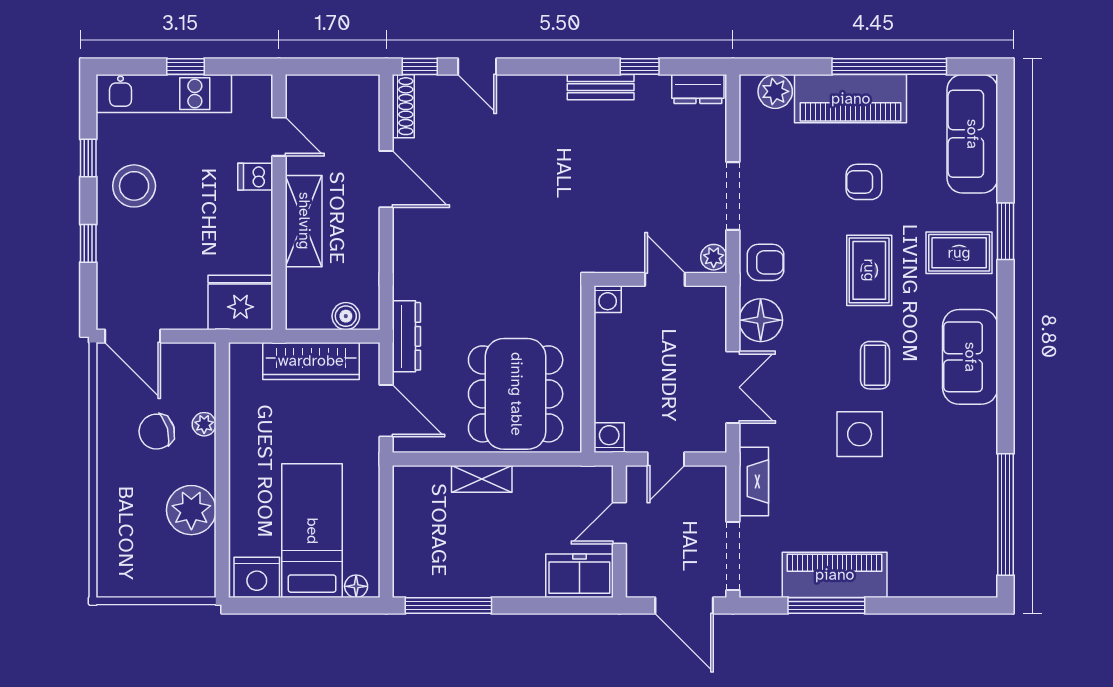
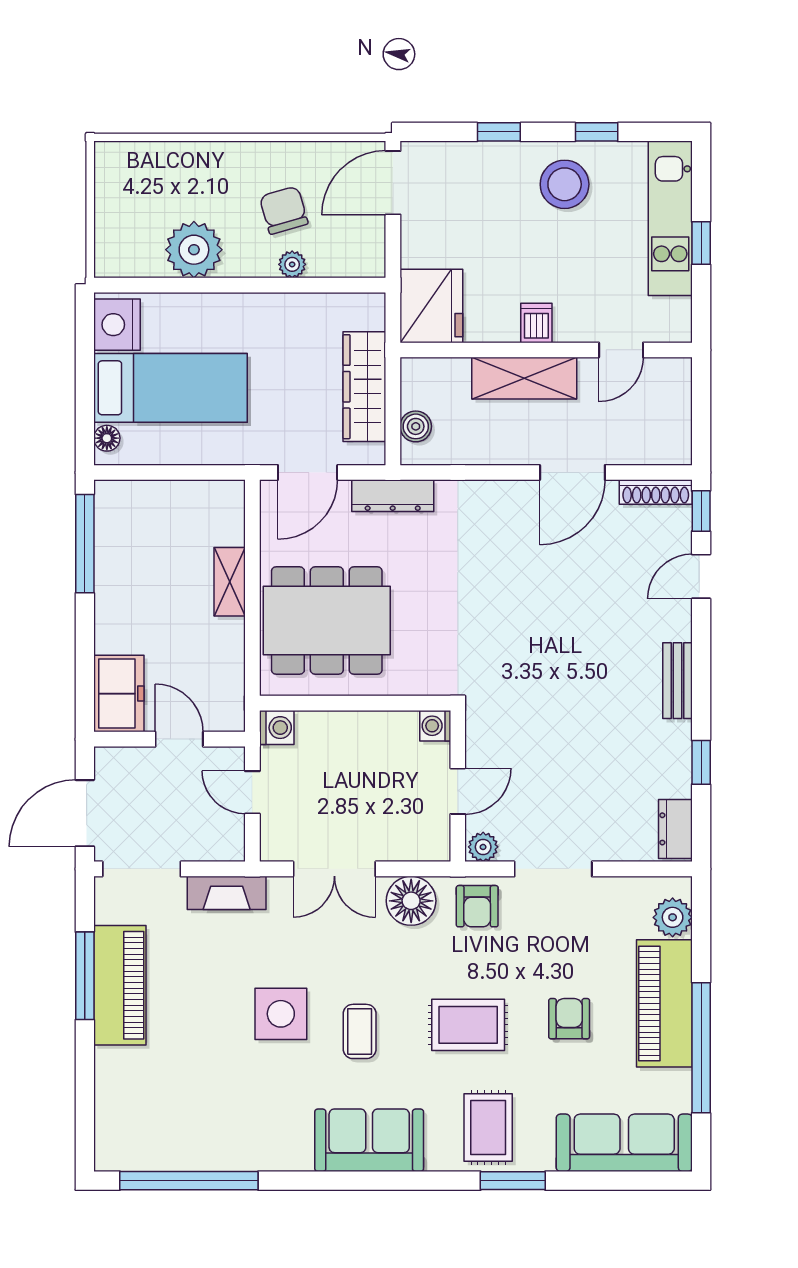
bench: (601, 87) -> (678, 681), moved
dishwasher: (255, 177) -> (536, 323), moved
coffee table: (875, 365) -> (360, 1031), turned 90

